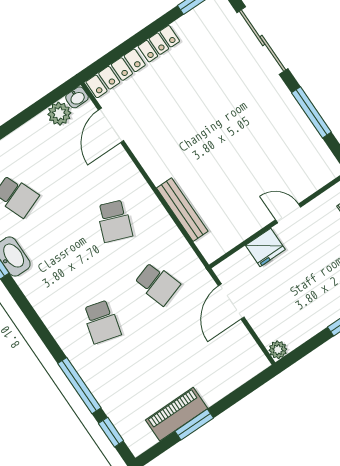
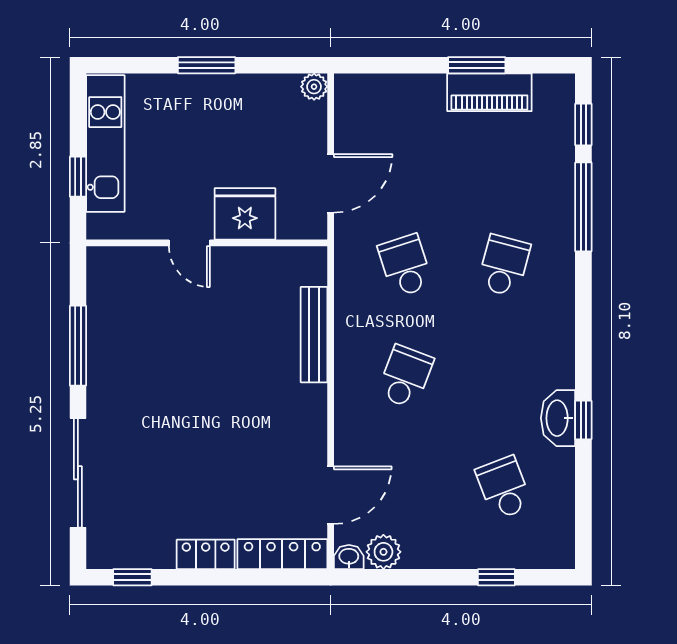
fridge: (265, 247) -> (245, 214), width x1.36, depth x1.34

